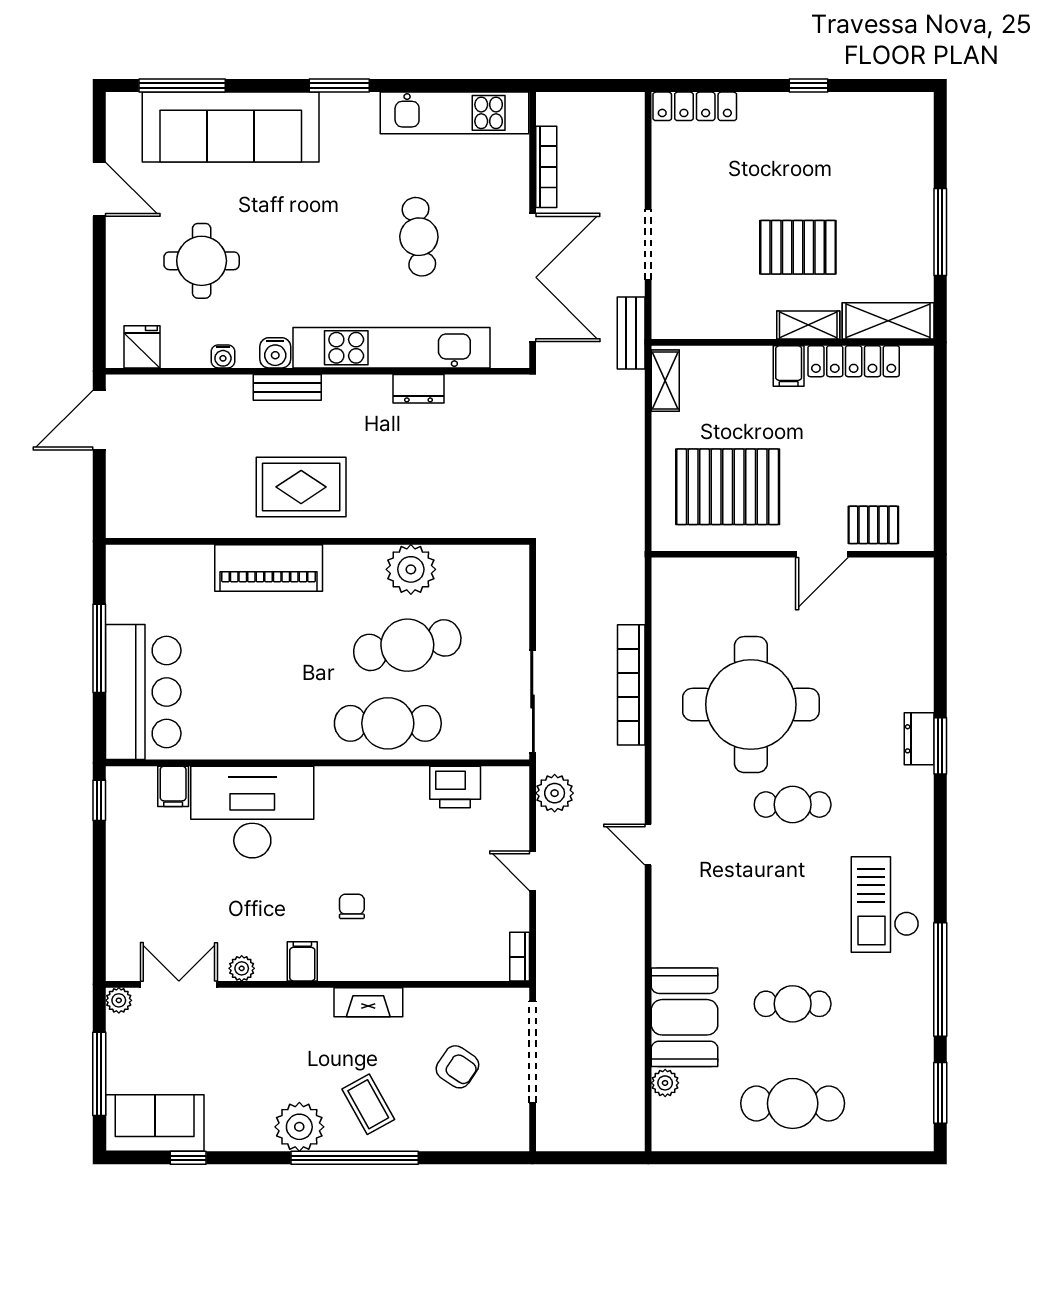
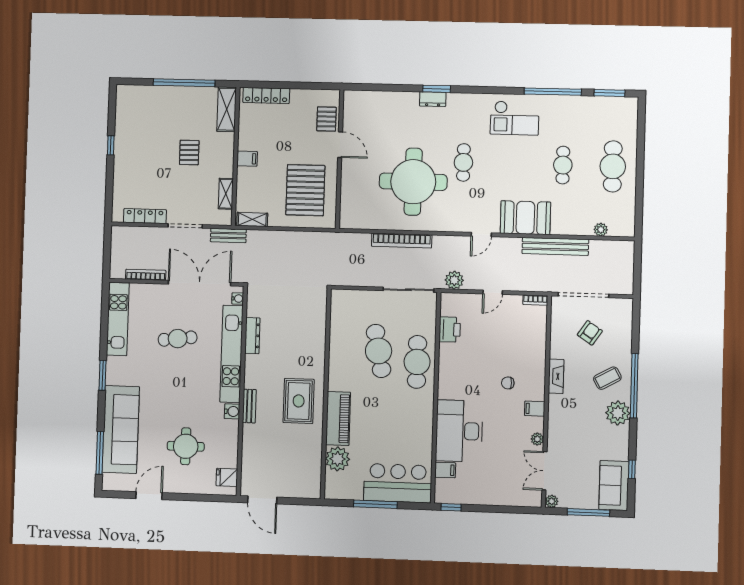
locker: (695, 106) -> (145, 216), moved, turned -90
window: (940, 232) -> (184, 83), width x1.46
pallet: (798, 247) -> (189, 152), width x0.67, depth x0.71
shelving: (808, 325) -> (226, 194), moved
water cooler: (223, 356) -> (238, 299), moved
locker: (854, 361) -> (266, 95), moved, turned 90
dresser: (419, 389) -> (252, 336), width x1.44
plant: (411, 569) -> (338, 459), moved
bench: (629, 993) -> (555, 246), added
booth: (685, 1017) -> (525, 218), moved

